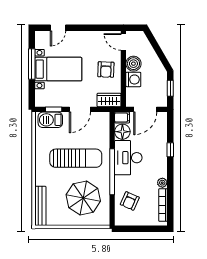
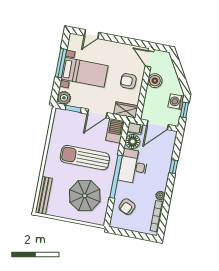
armchair: (106, 69) -> (128, 81), turned 88
washing machine: (133, 79) -> (176, 102), moved, turned 180
plant: (42, 100) -> (64, 98), added
barbecue: (50, 120) -> (115, 131), moved, turned 90
sun lounger: (76, 158) -> (85, 158), turned 180

